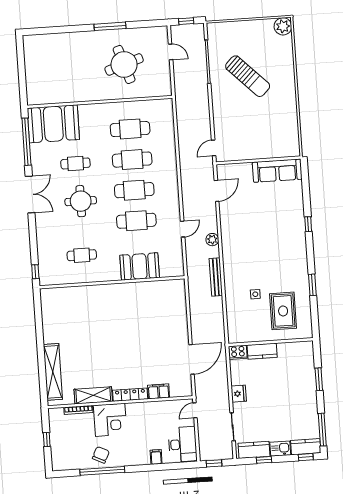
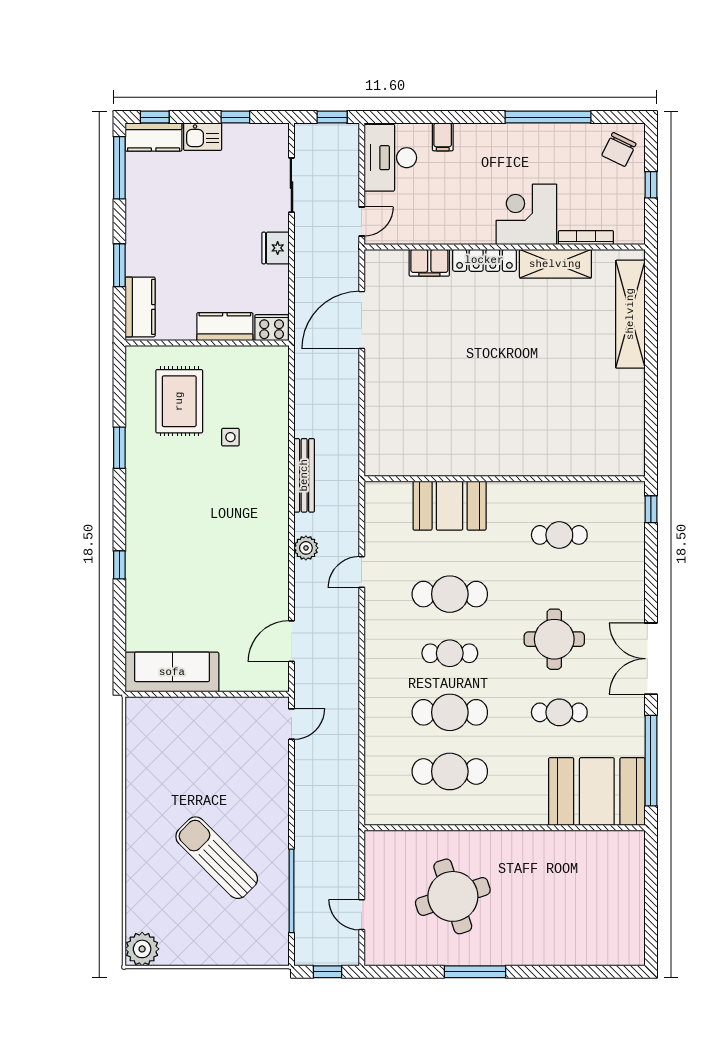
cafe table: (134, 190) -> (450, 653), width x0.73, depth x0.74
kitchen counter: (254, 450) -> (140, 307), moved, turned -90
chair: (101, 455) -> (619, 149), moved

